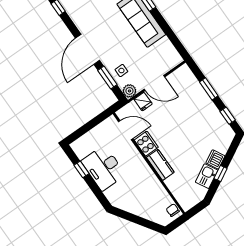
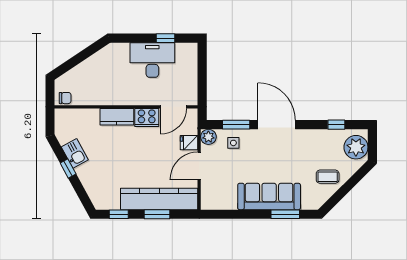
kitchen counter: (197, 95) -> (159, 199), added
dishwasher: (215, 159) -> (85, 173), removed

